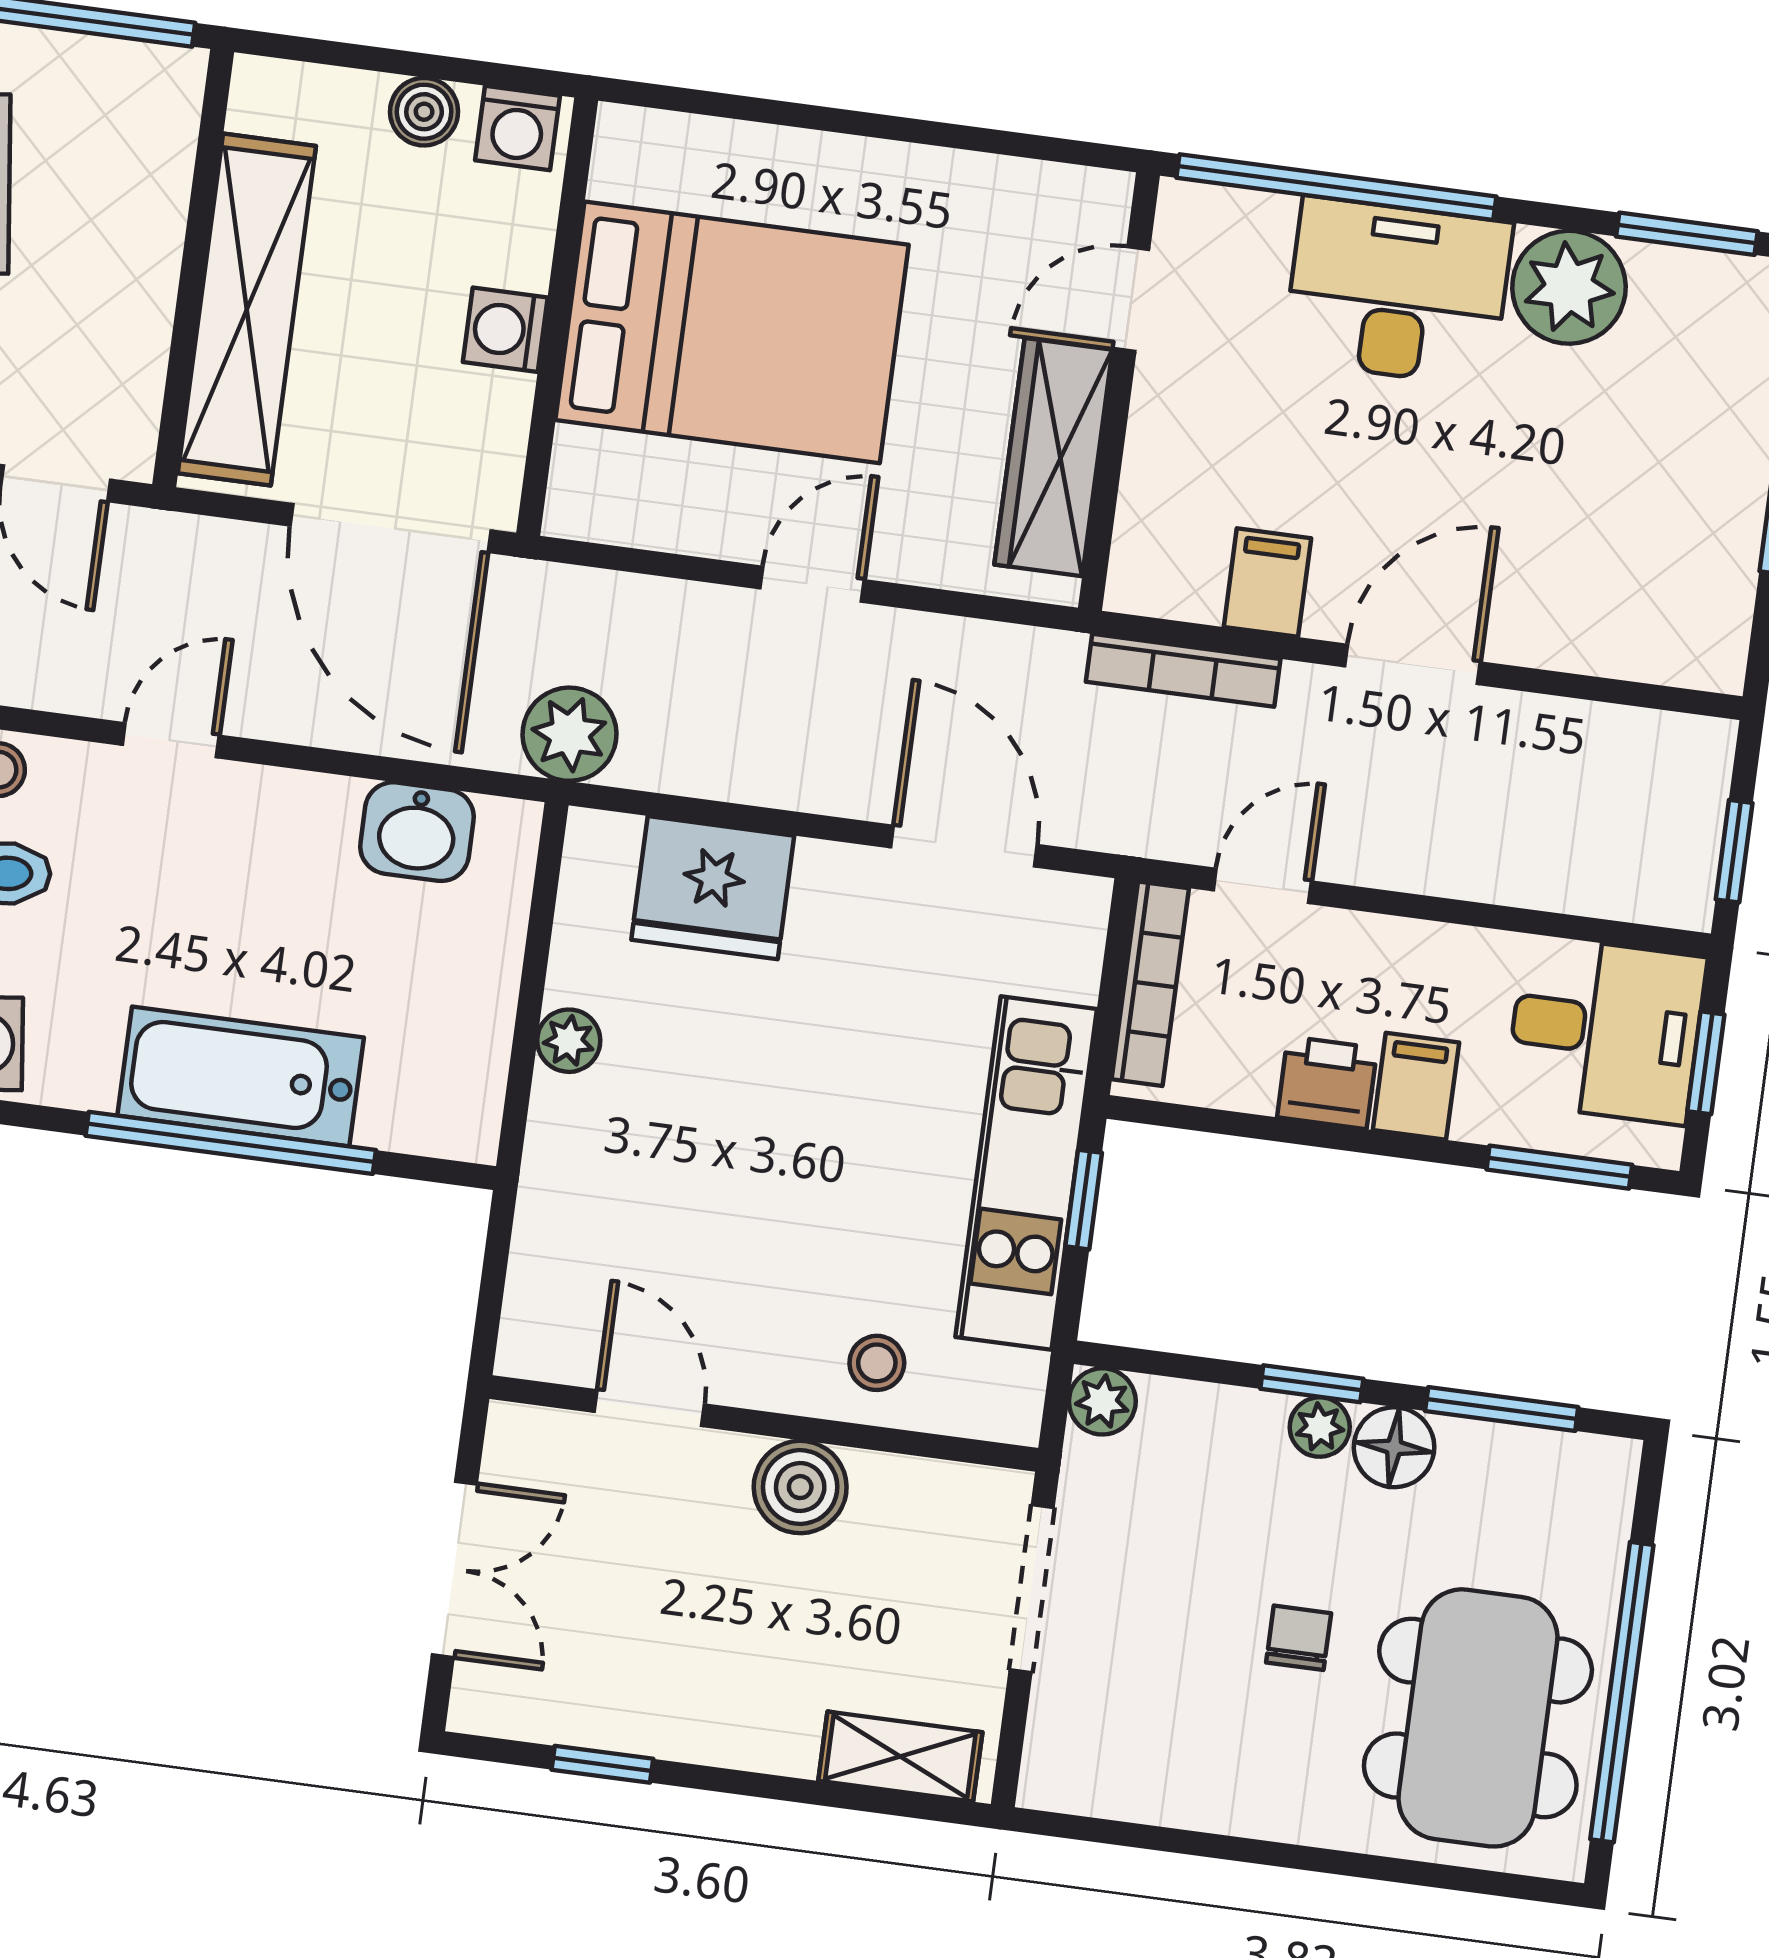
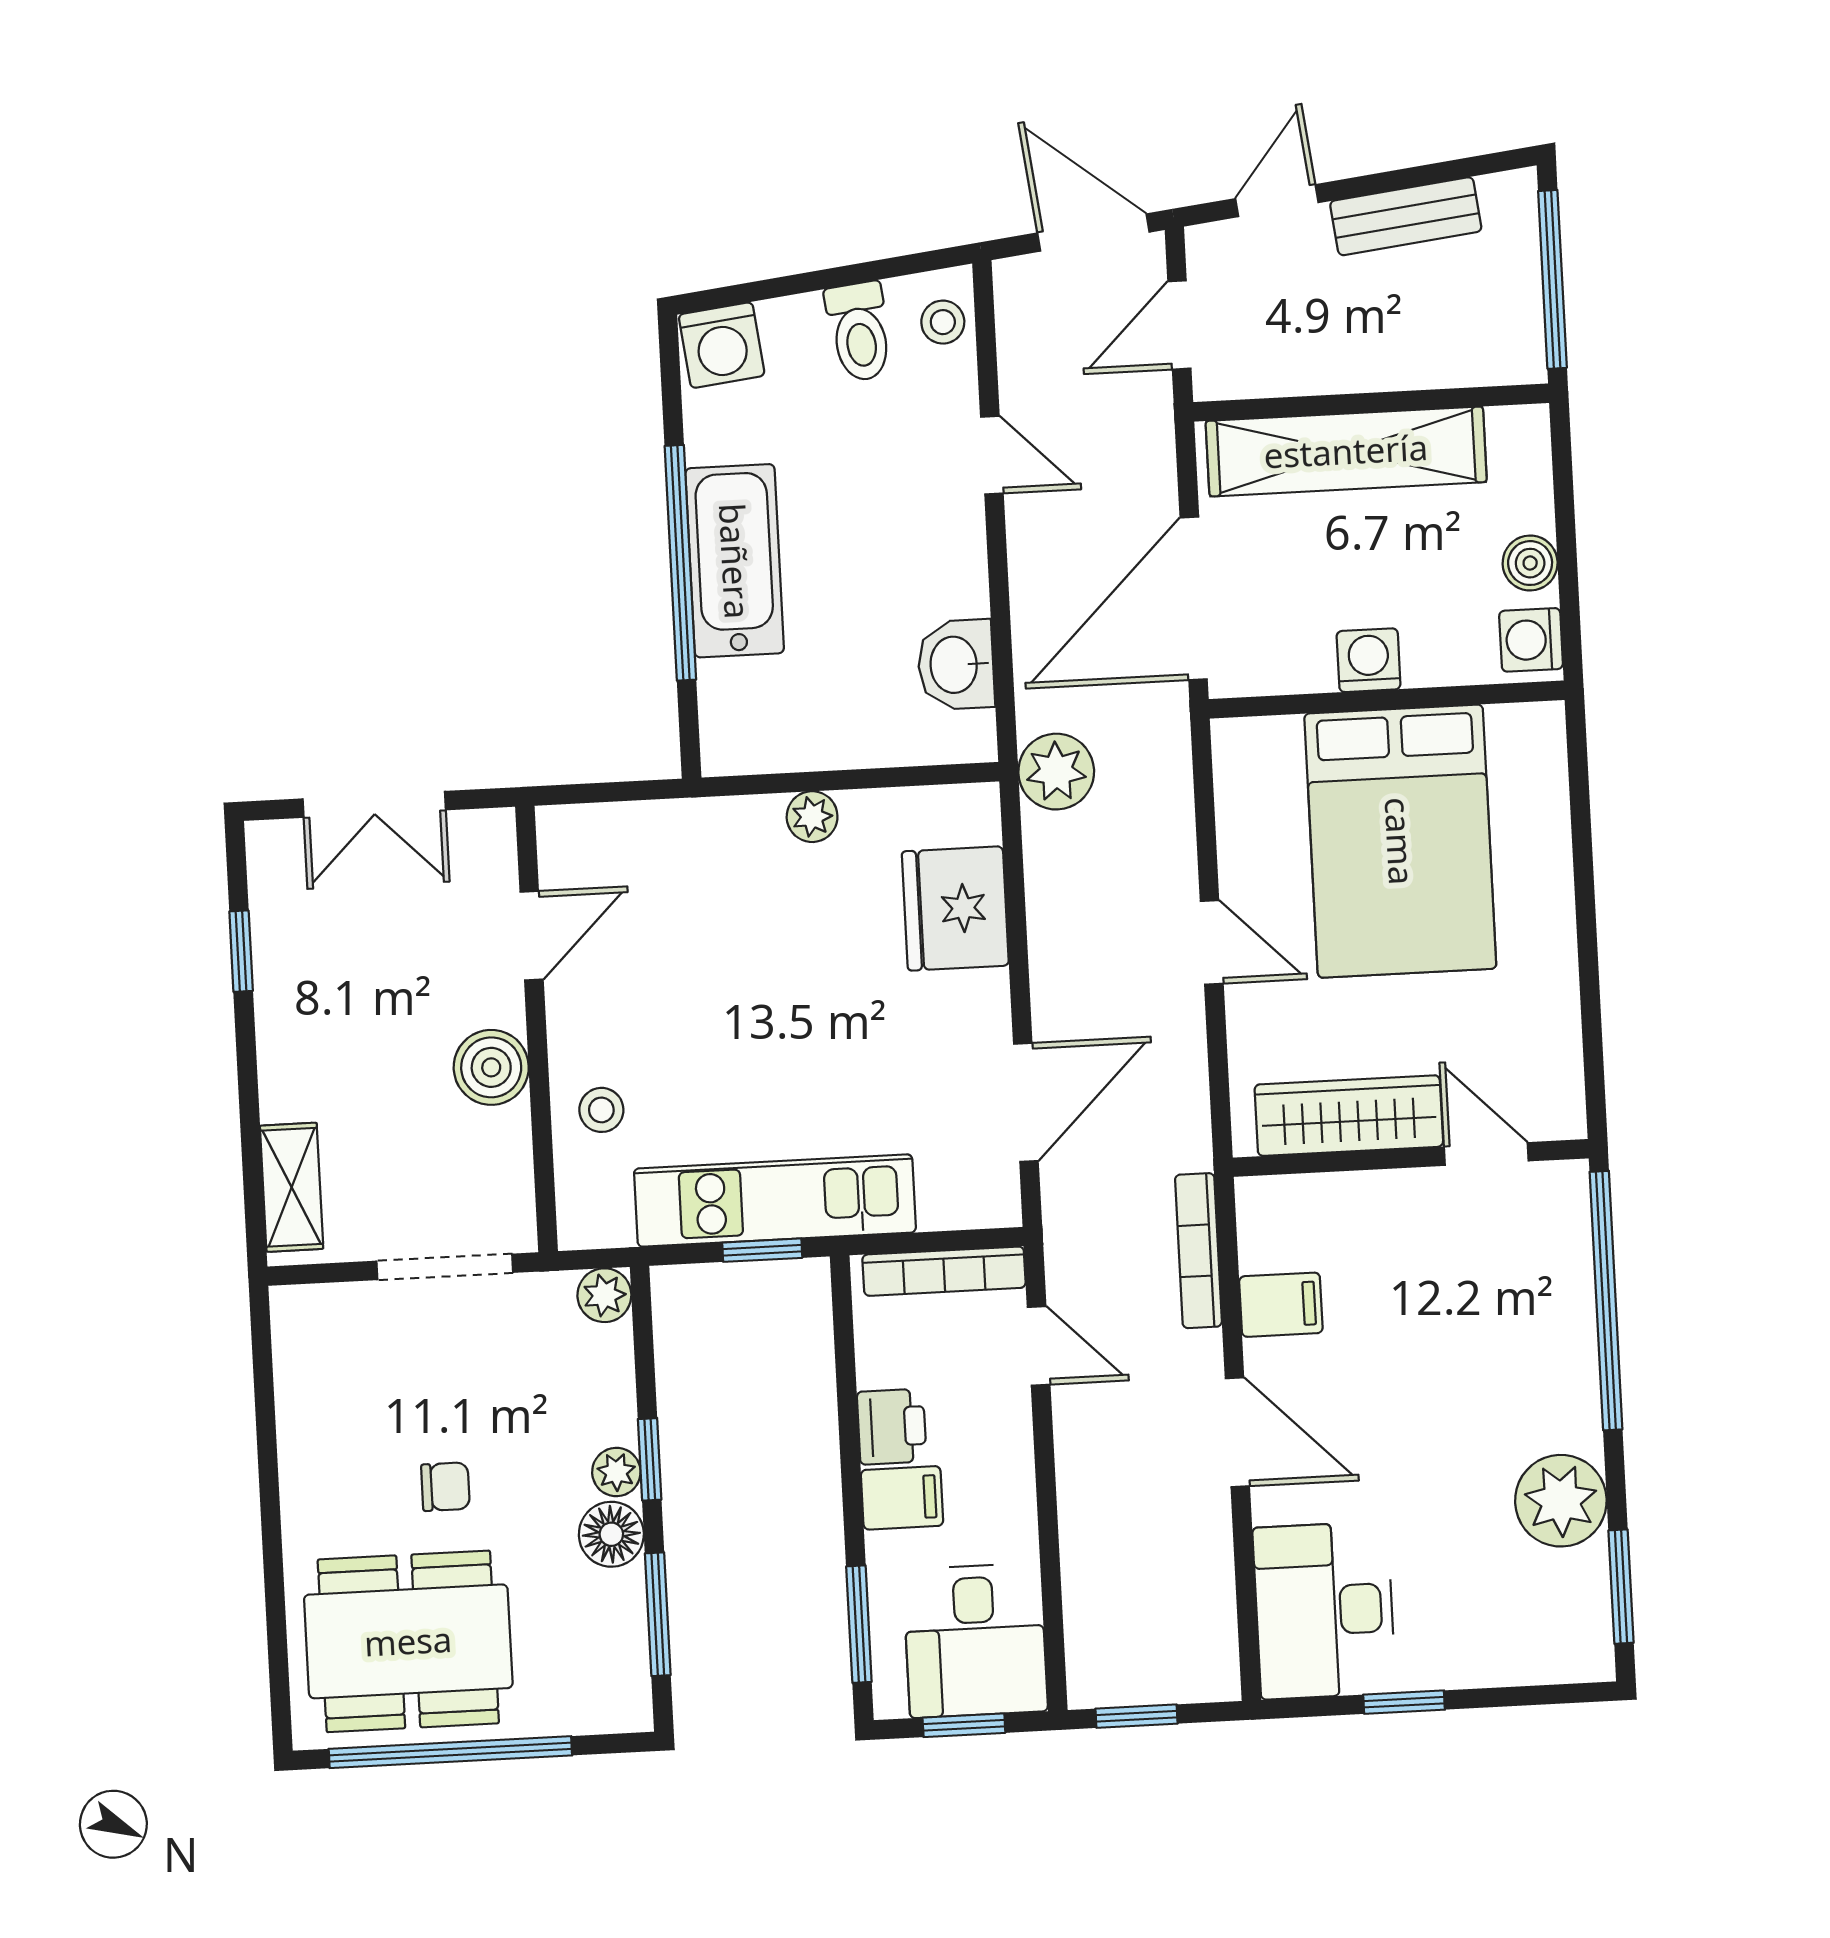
desk: (1398, 292) -> (1324, 1610), moved, turned 180

